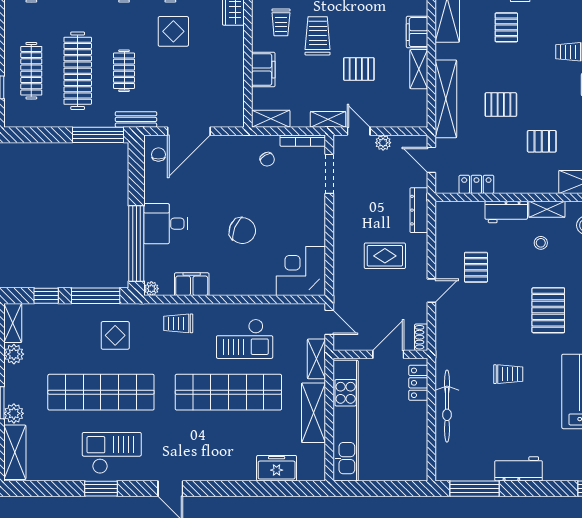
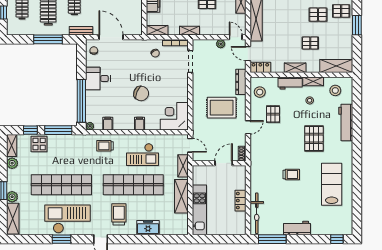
pallet: (501, 105) -> (318, 15), moved
door: (189, 131) -> (111, 37), swing flipped
door: (359, 131) -> (236, 37), moved
window: (98, 135) -> (48, 39), moved
locker: (476, 184) -> (260, 67), moved
shelving: (515, 185) -> (295, 68), added
desk: (166, 224) -> (98, 79), moved
stool: (452, 228) -> (260, 92), added
rug: (385, 256) -> (222, 108), width x1.36, depth x1.43
filing cabinet: (192, 284) -> (108, 124), width x0.50
filing cabinet: (239, 284) -> (140, 124), added
display table: (115, 335) -> (39, 144), moved
locker: (418, 383) -> (240, 201), moved
bicycle: (447, 406) -> (257, 213), moved
kitchen unit: (346, 421) -> (199, 210), width x0.73
trolley: (203, 445) -> (119, 214), added
checkout: (112, 453) -> (67, 219), width x1.36, depth x1.21
freezer: (277, 468) -> (148, 228), moved

